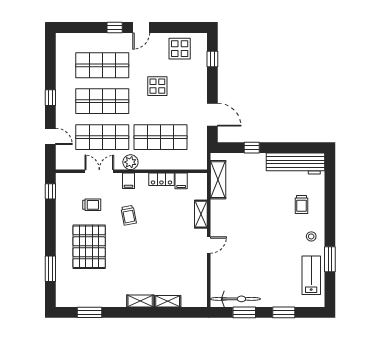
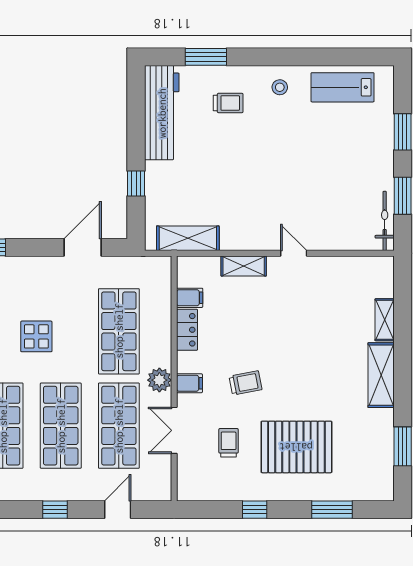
window: (50, 191) -> (255, 510), moved
window: (330, 259) -> (206, 57), moved
bicycle: (235, 299) -> (385, 221), width x0.73, depth x0.71
shelving: (140, 301) -> (381, 375), width x1.50, depth x1.33

